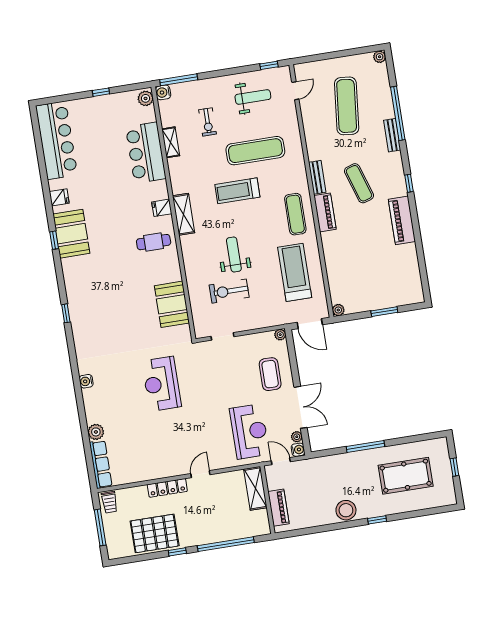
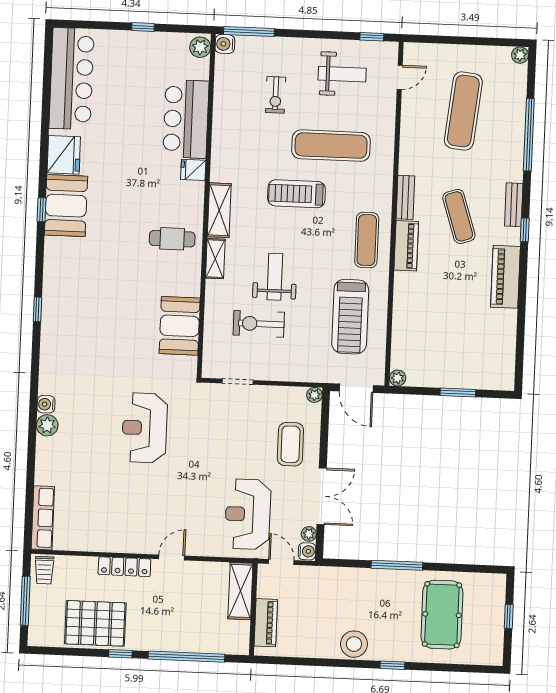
bench: (392, 135) -> (514, 205), moved
shelving: (171, 142) -> (215, 259), moved
fridge: (59, 197) -> (64, 155), width x1.88, depth x1.34
fridge: (162, 208) -> (193, 170), moved
treadmill: (295, 272) -> (350, 317), turned 180
reception desk: (249, 431) -> (248, 514), turned 180
plant: (96, 432) -> (47, 425), moved
pool table: (406, 476) -> (442, 615), turned 90

